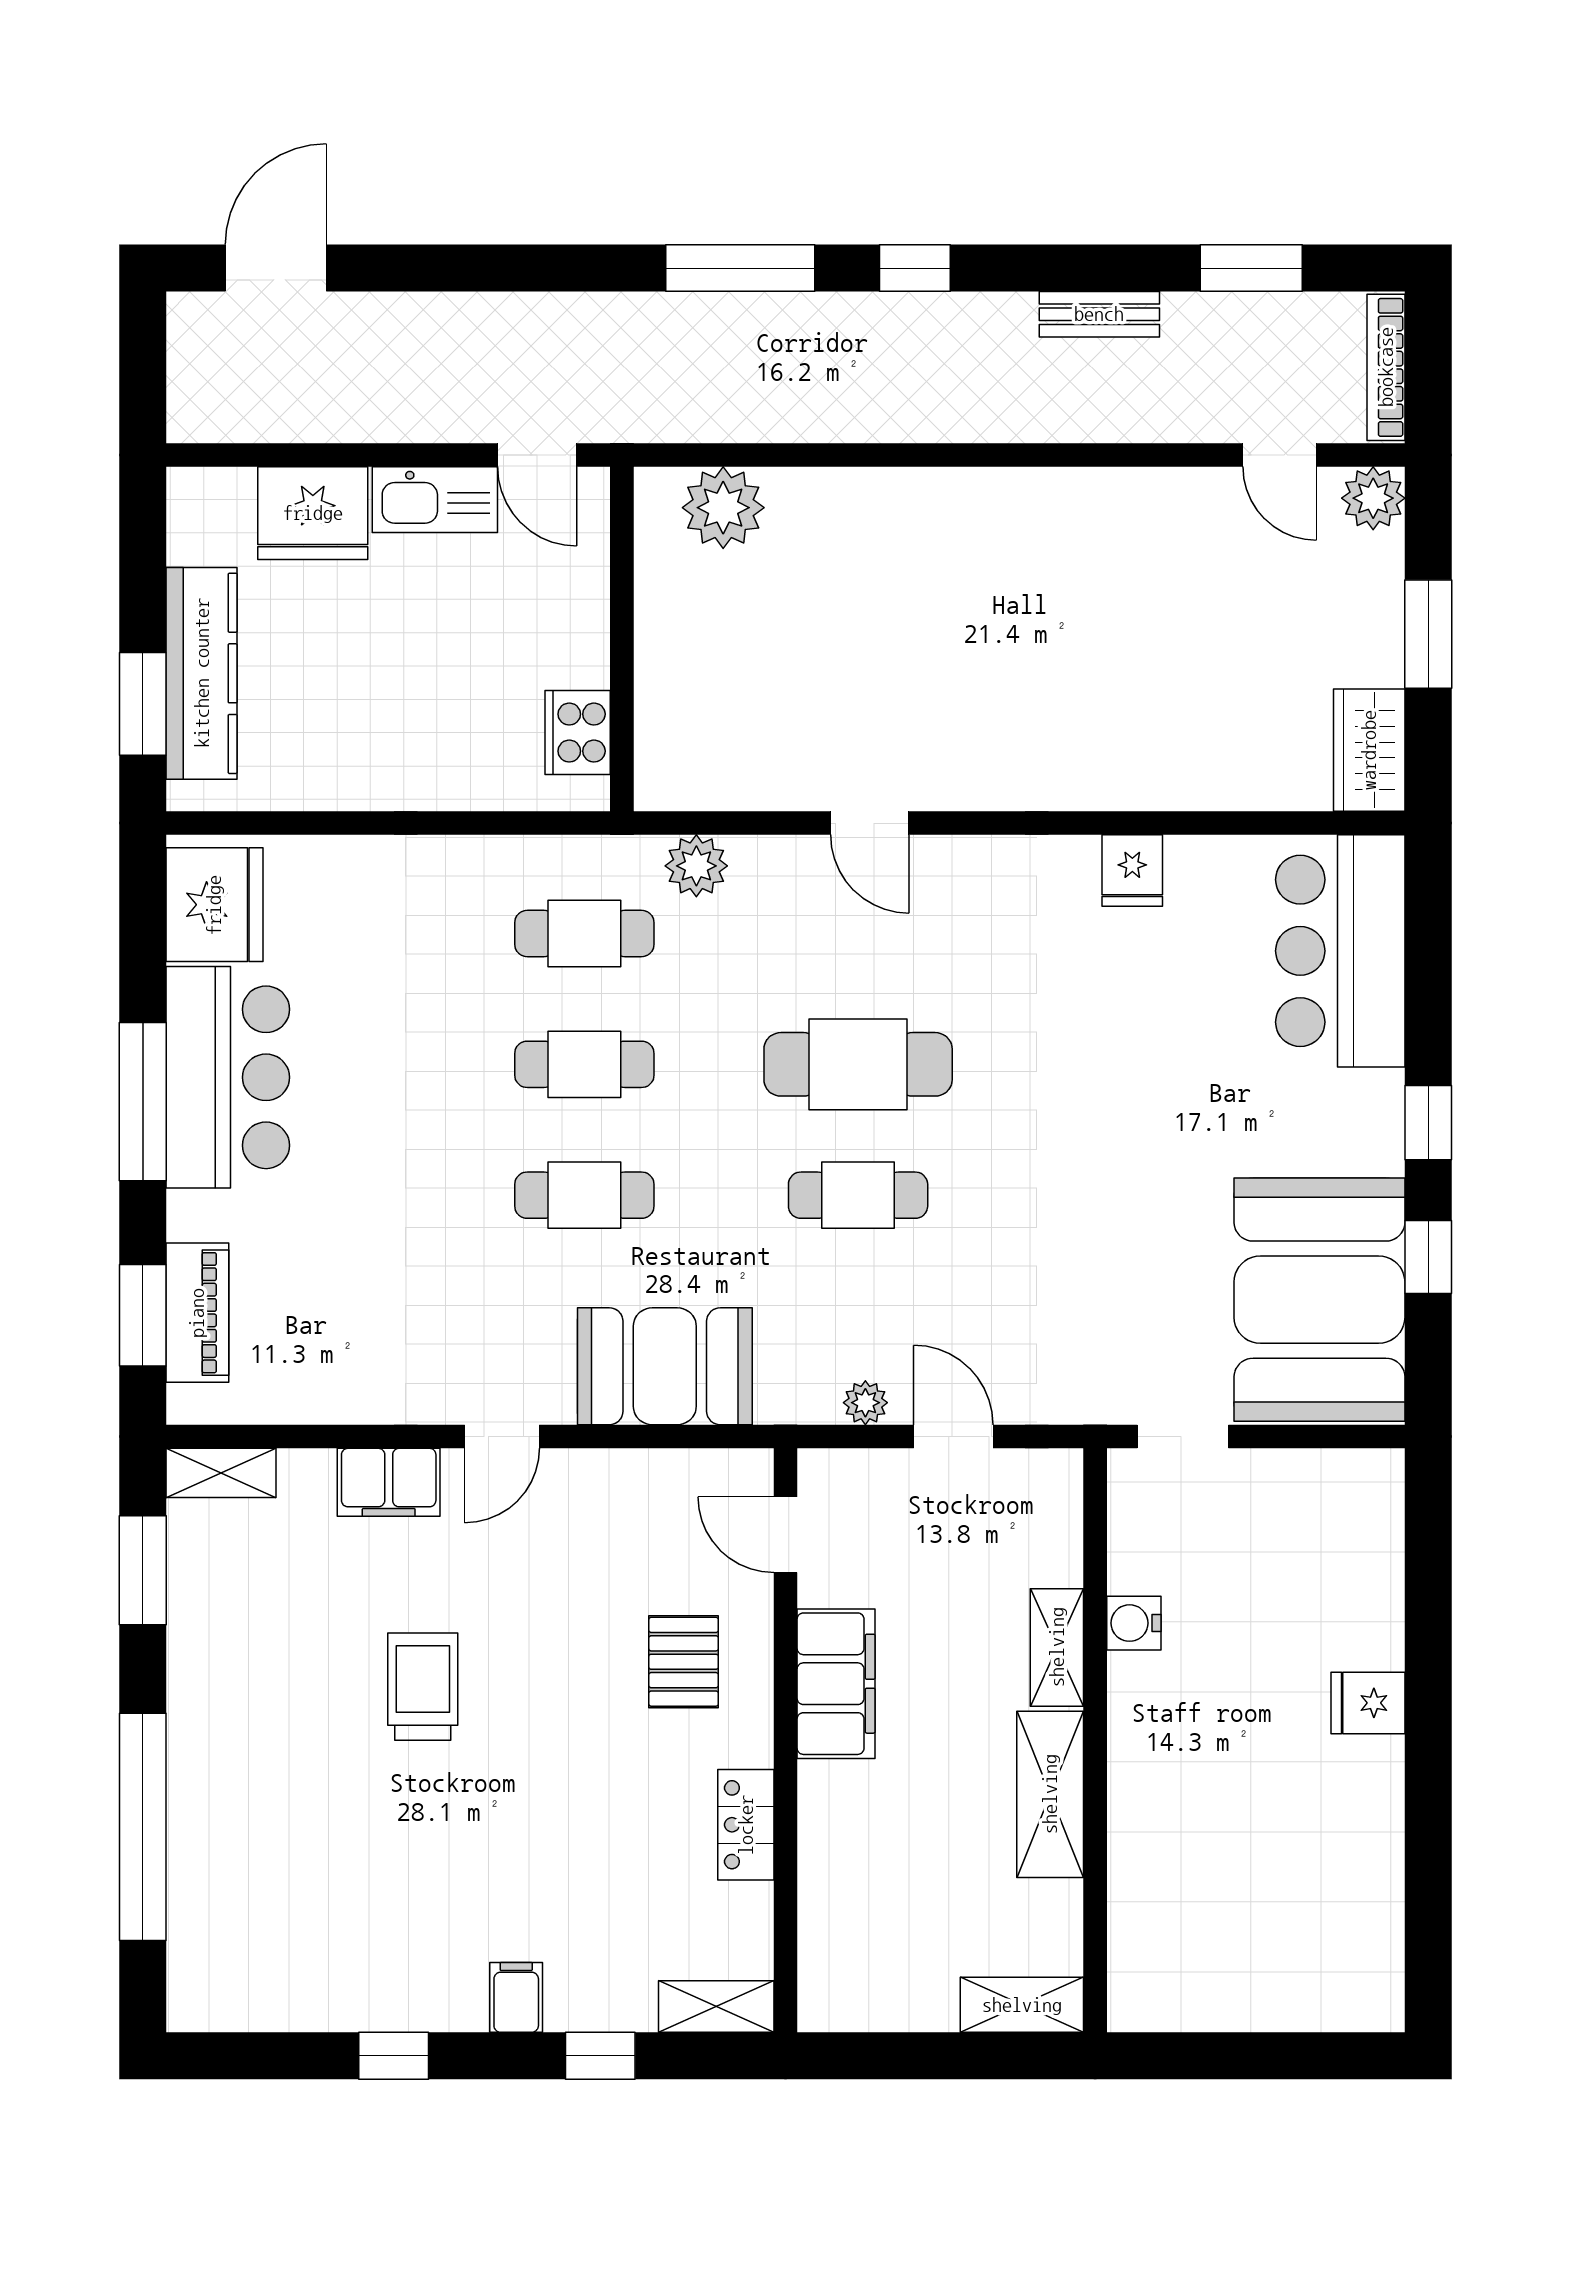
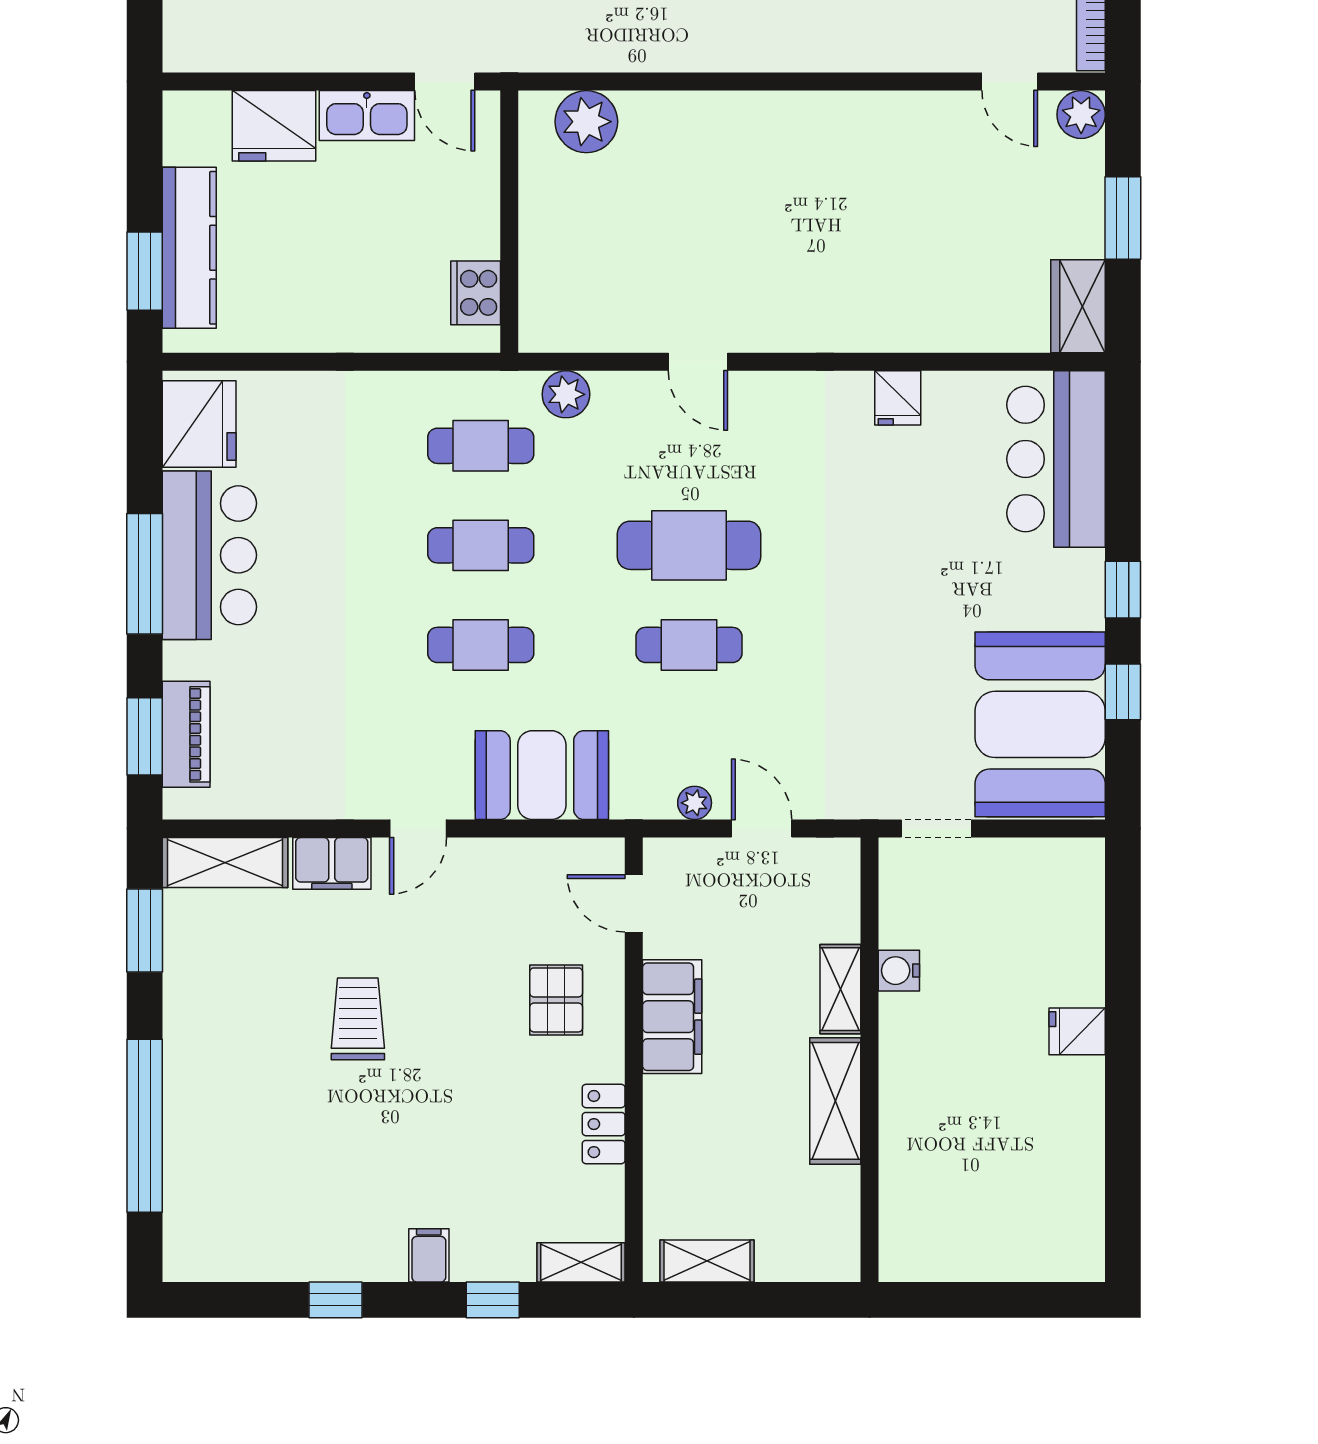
shelving: (221, 1473) -> (225, 862), width x1.50, depth x1.33
shelving: (1022, 2005) -> (707, 1261), moved

